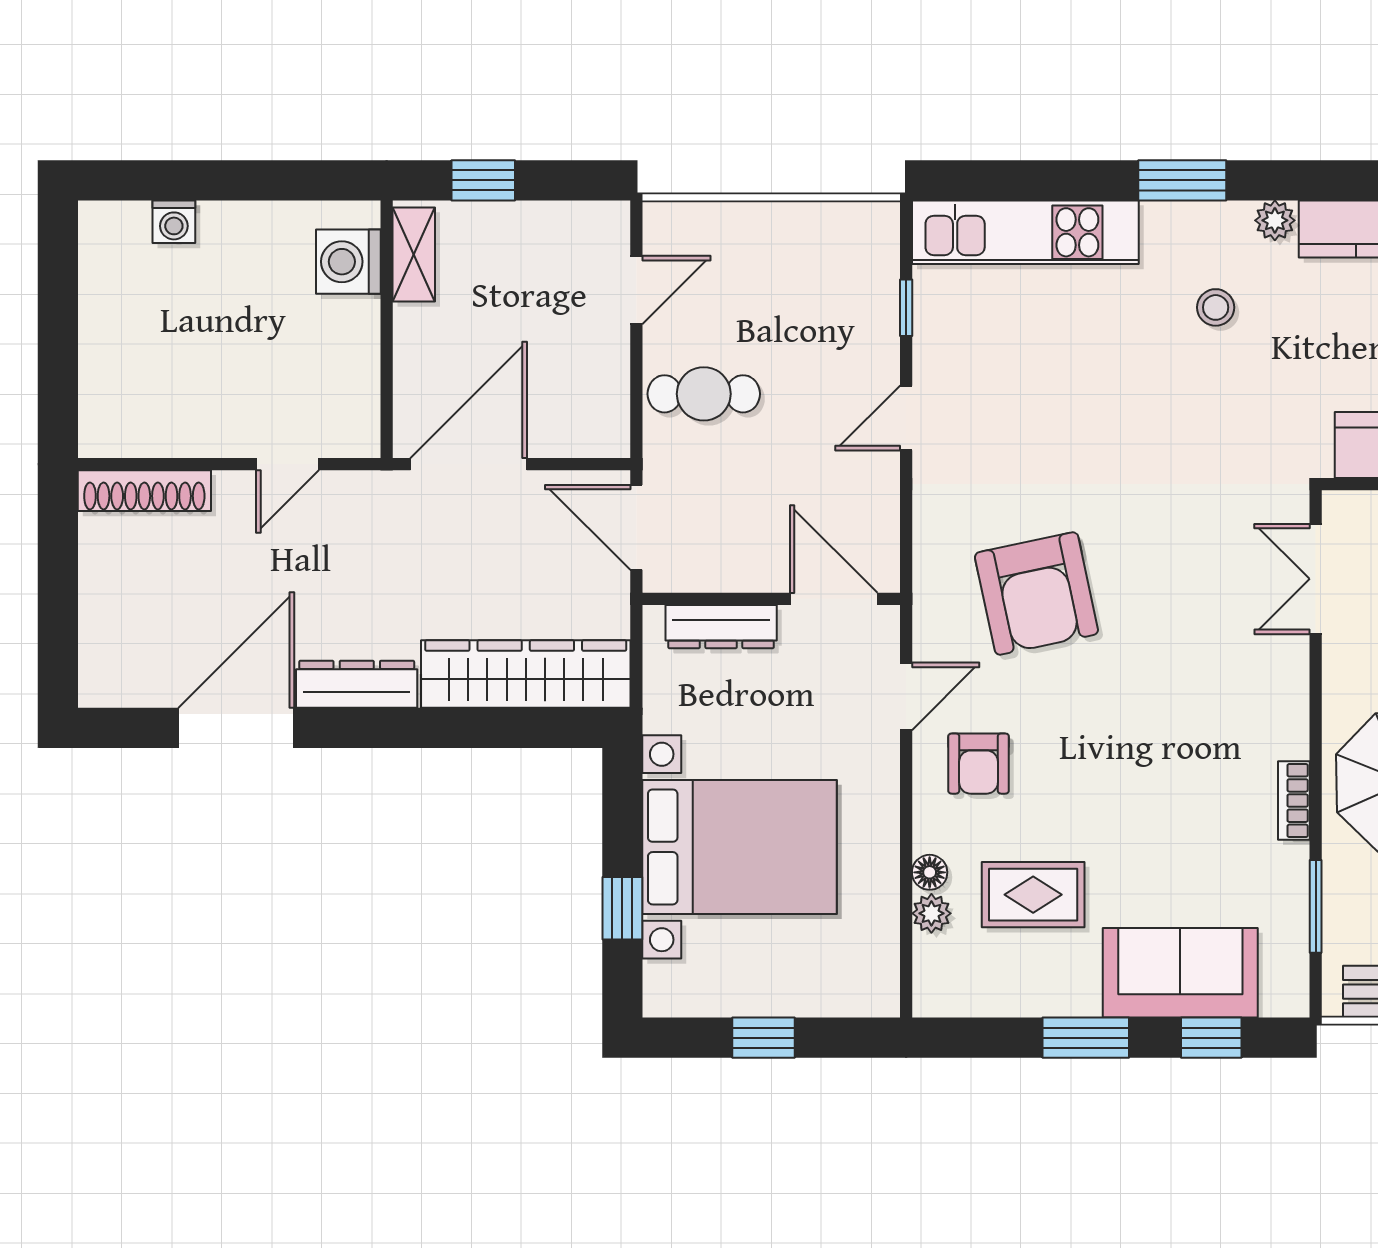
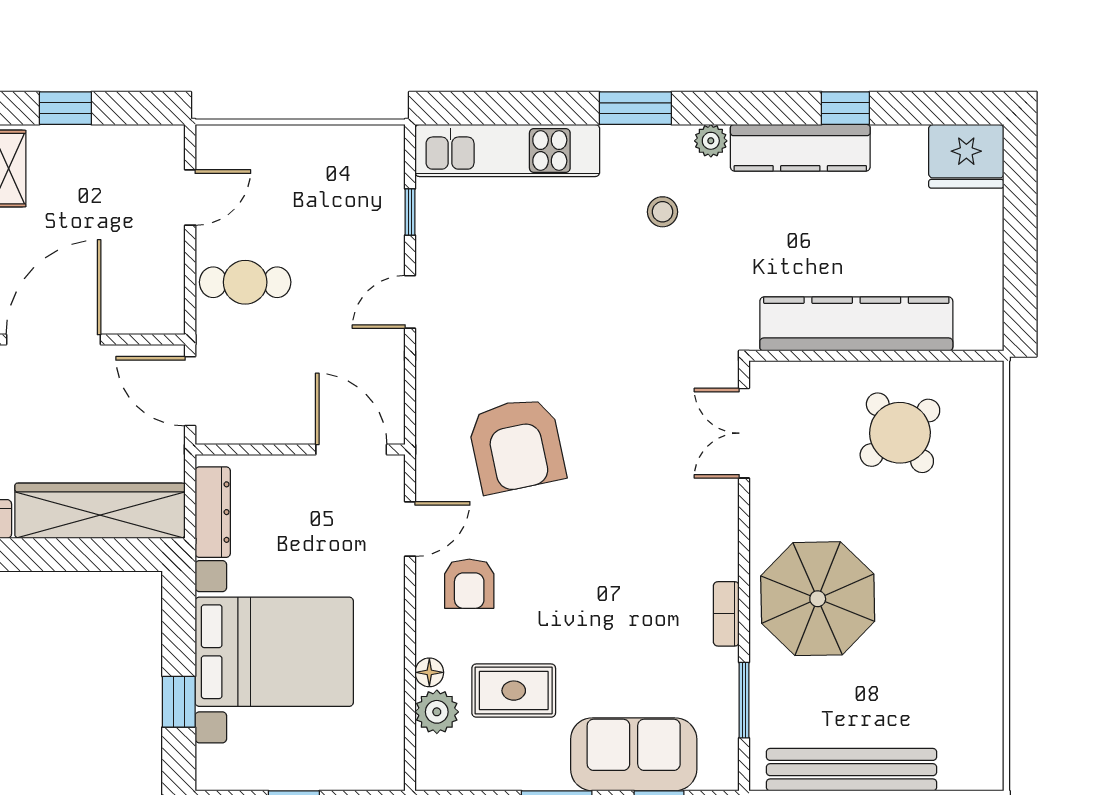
dresser: (721, 627) -> (213, 512), moved, turned -90
plant: (931, 913) -> (437, 712), width x1.38, depth x1.38

